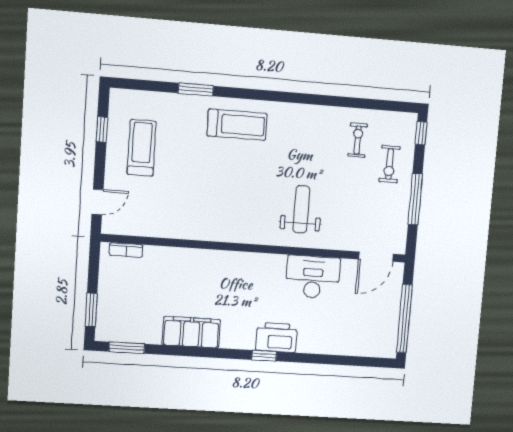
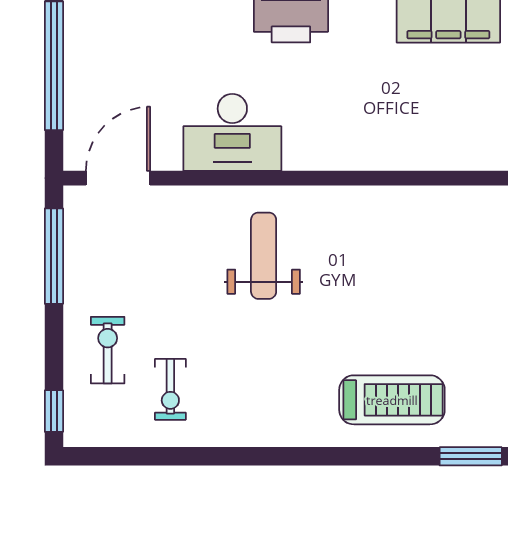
treadmill: (237, 125) -> (392, 400), turned 180
window: (415, 199) -> (54, 256), moved
weight bench: (301, 209) -> (264, 256), turned 180

